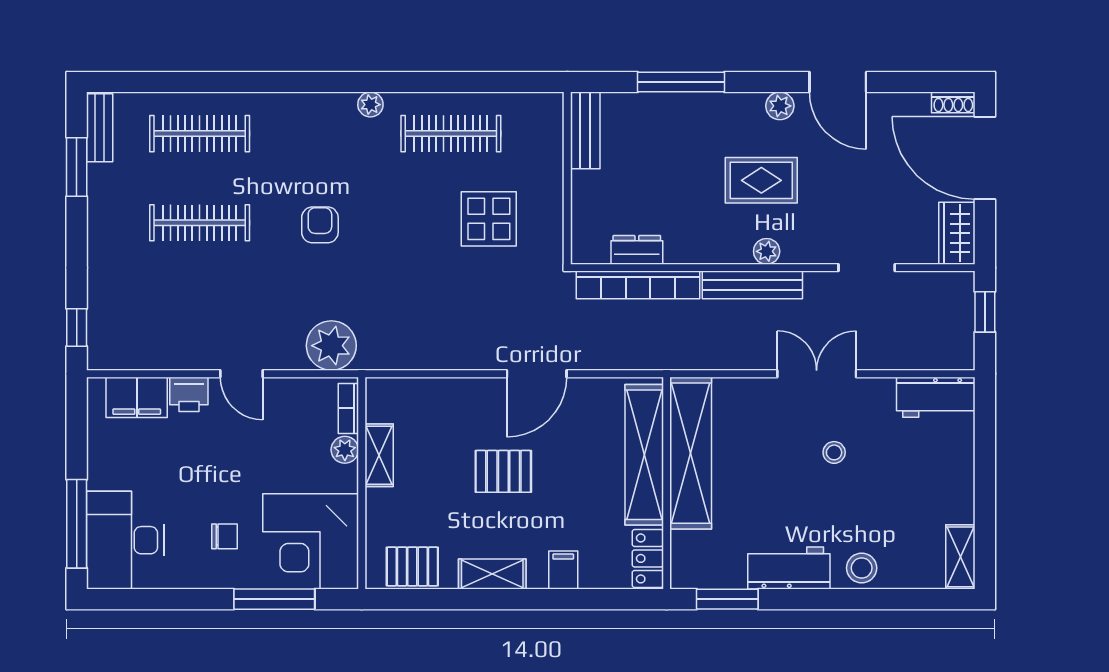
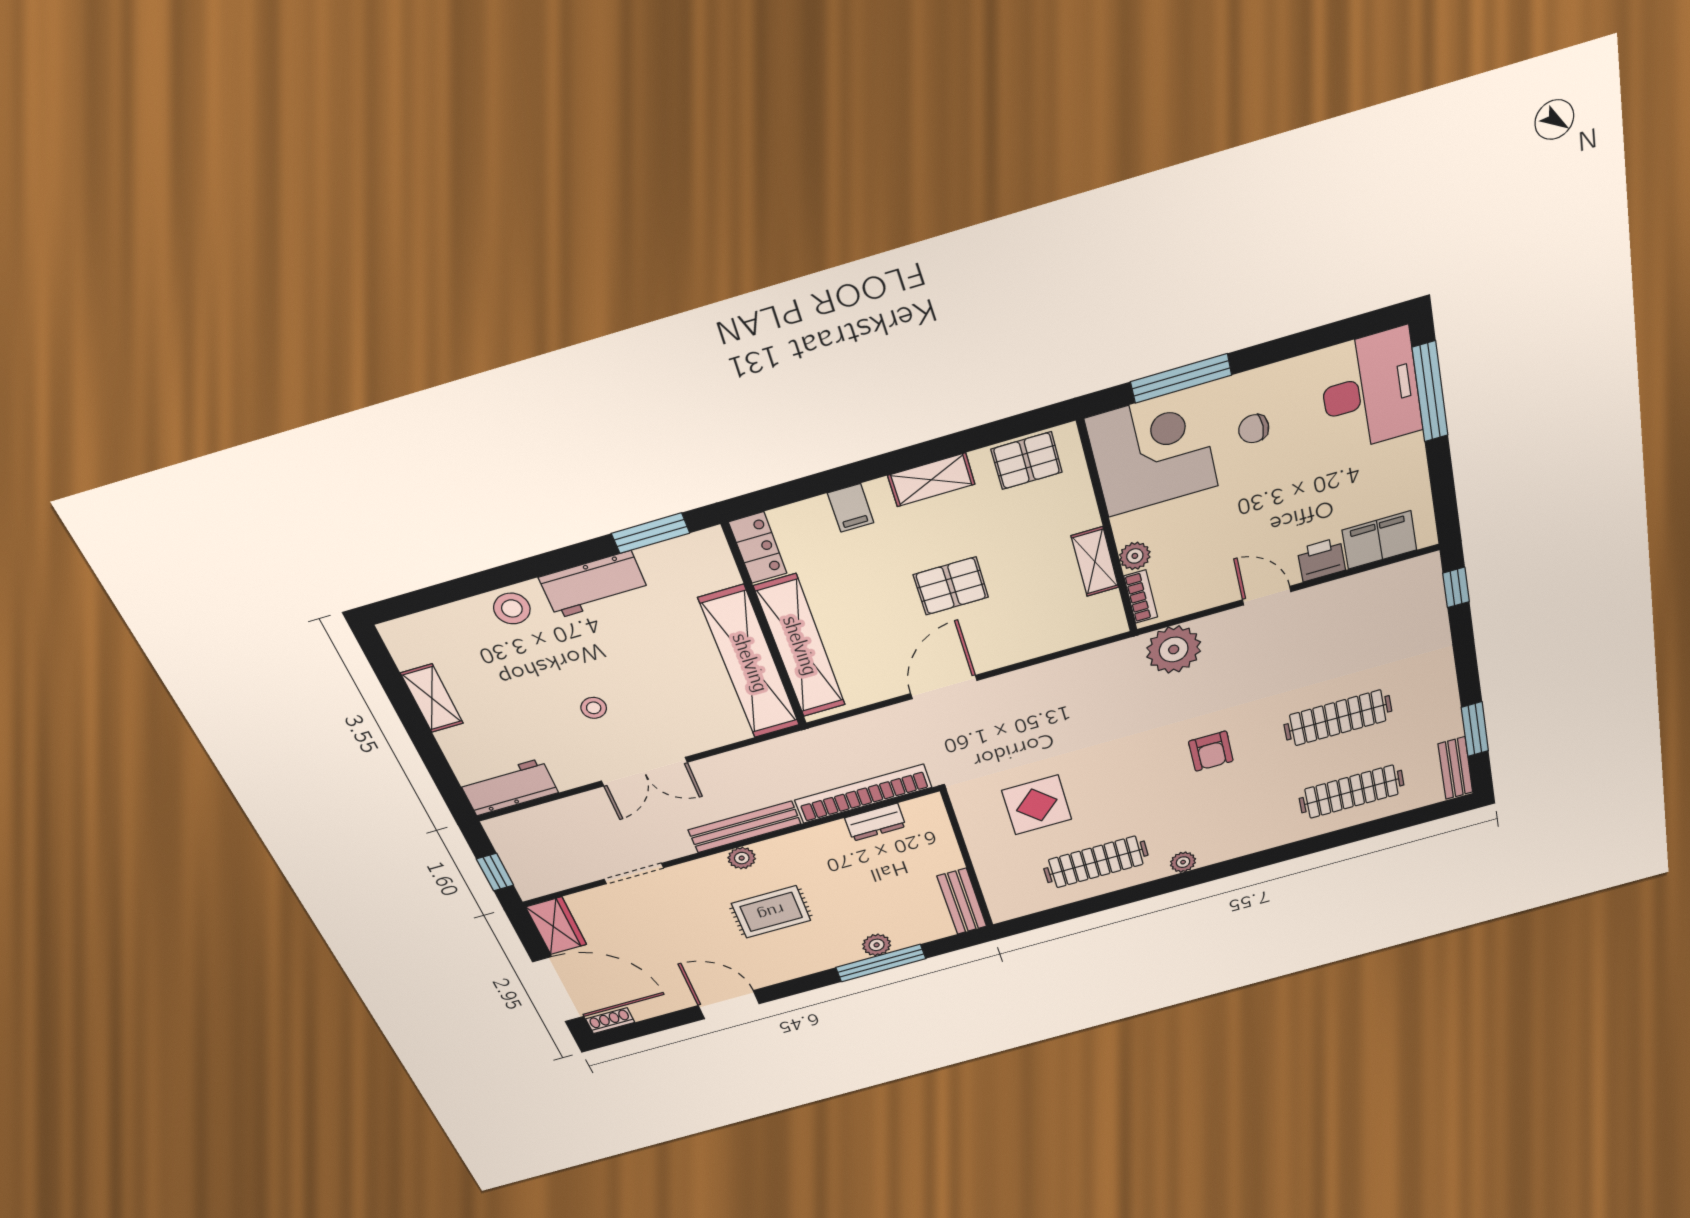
plant: (780, 106) -> (877, 945), moved
shelving: (960, 557) -> (432, 698), moved

